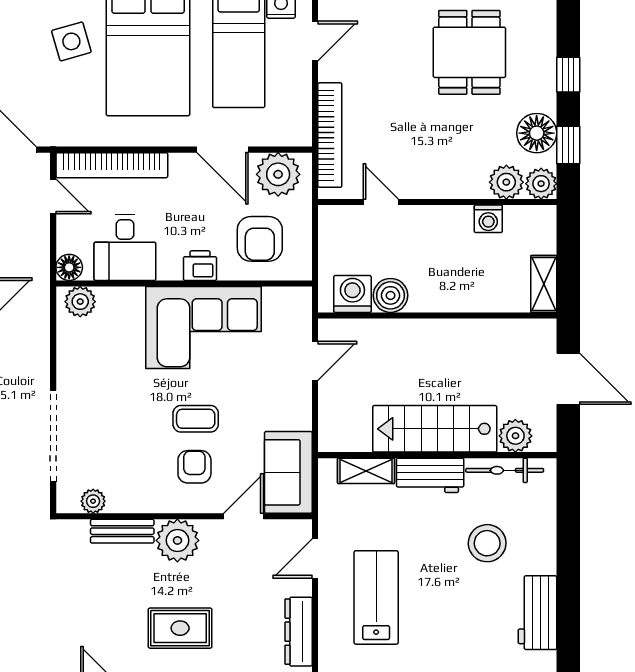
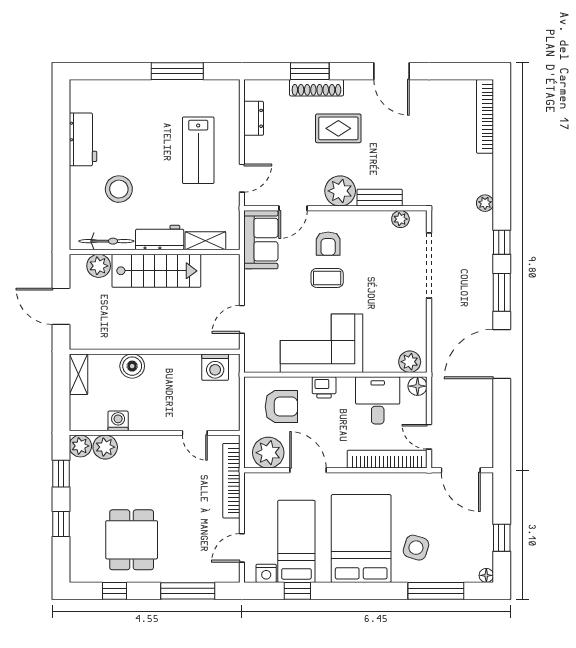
side table: (71, 41) -> (416, 548), turned 33
floor lamp: (537, 133) -> (83, 482), removed
armchair: (260, 239) -> (281, 407), turned 90
boiler: (390, 295) -> (132, 366), moved
dresser: (299, 632) -> (254, 118), width x0.70

